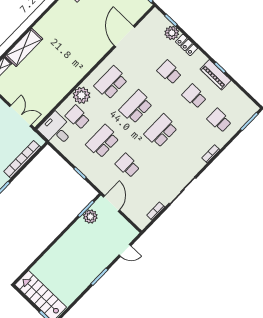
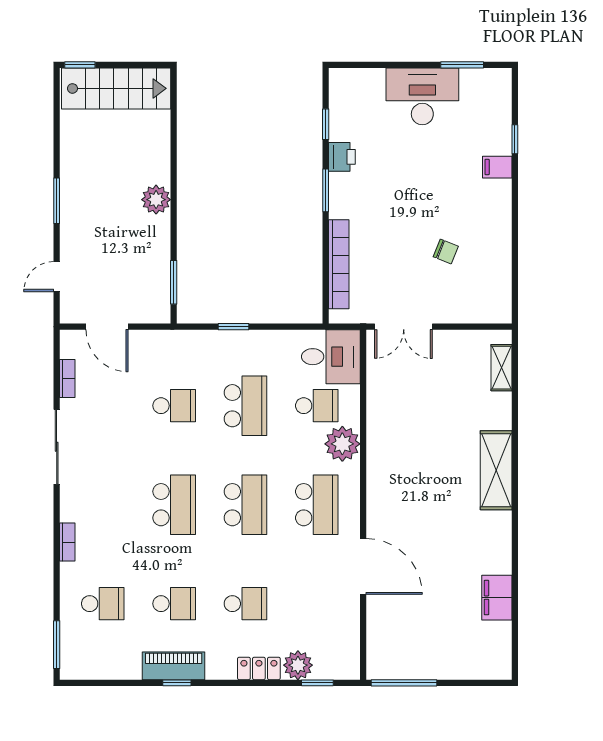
door: (124, 36) -> (363, 566), moved
shelving: (24, 47) -> (496, 470), moved
door: (112, 204) -> (107, 327), moved
plant: (90, 217) -> (156, 200), moved

